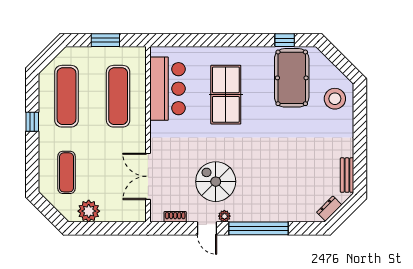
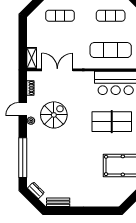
exercise mat: (67, 96) -> (111, 16), width x0.73, depth x0.69
stool: (335, 99) -> (109, 194), removed
plant: (89, 211) -> (34, 30), removed
shelving: (130, 215) -> (32, 58), added
window: (258, 228) -> (23, 158), moved

